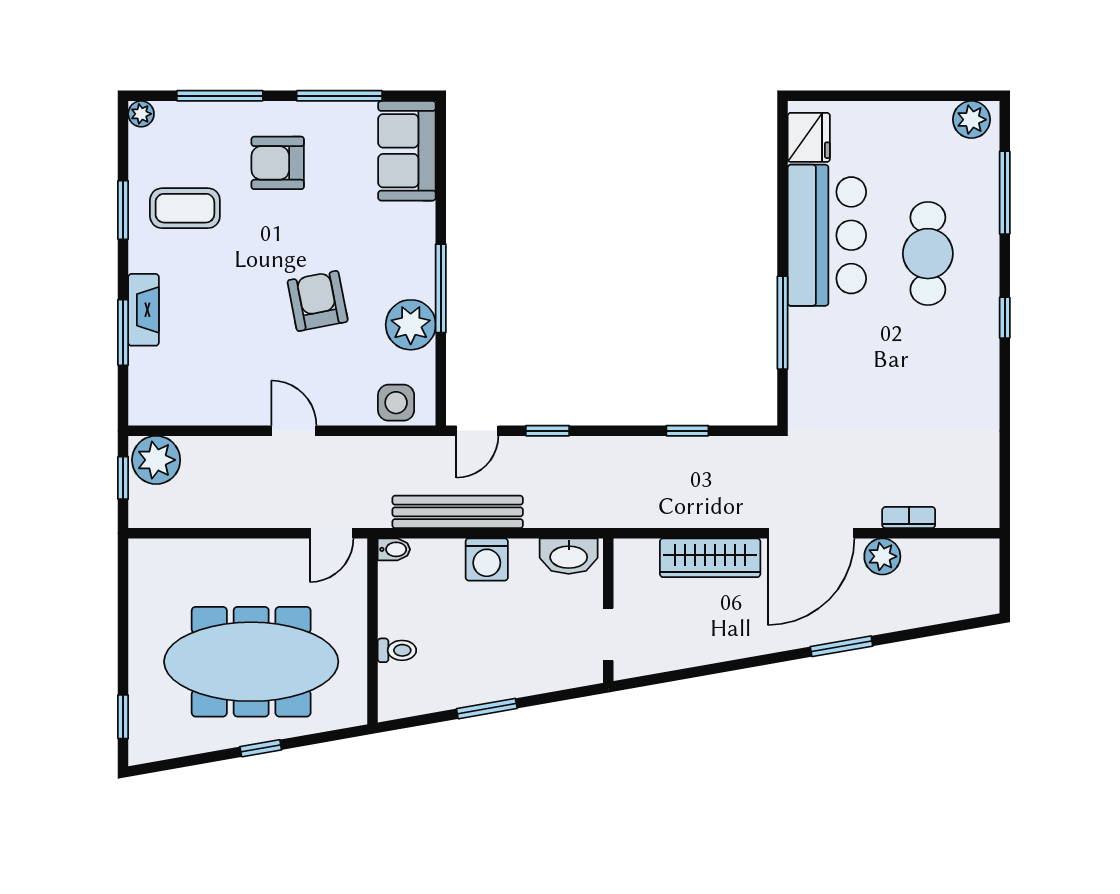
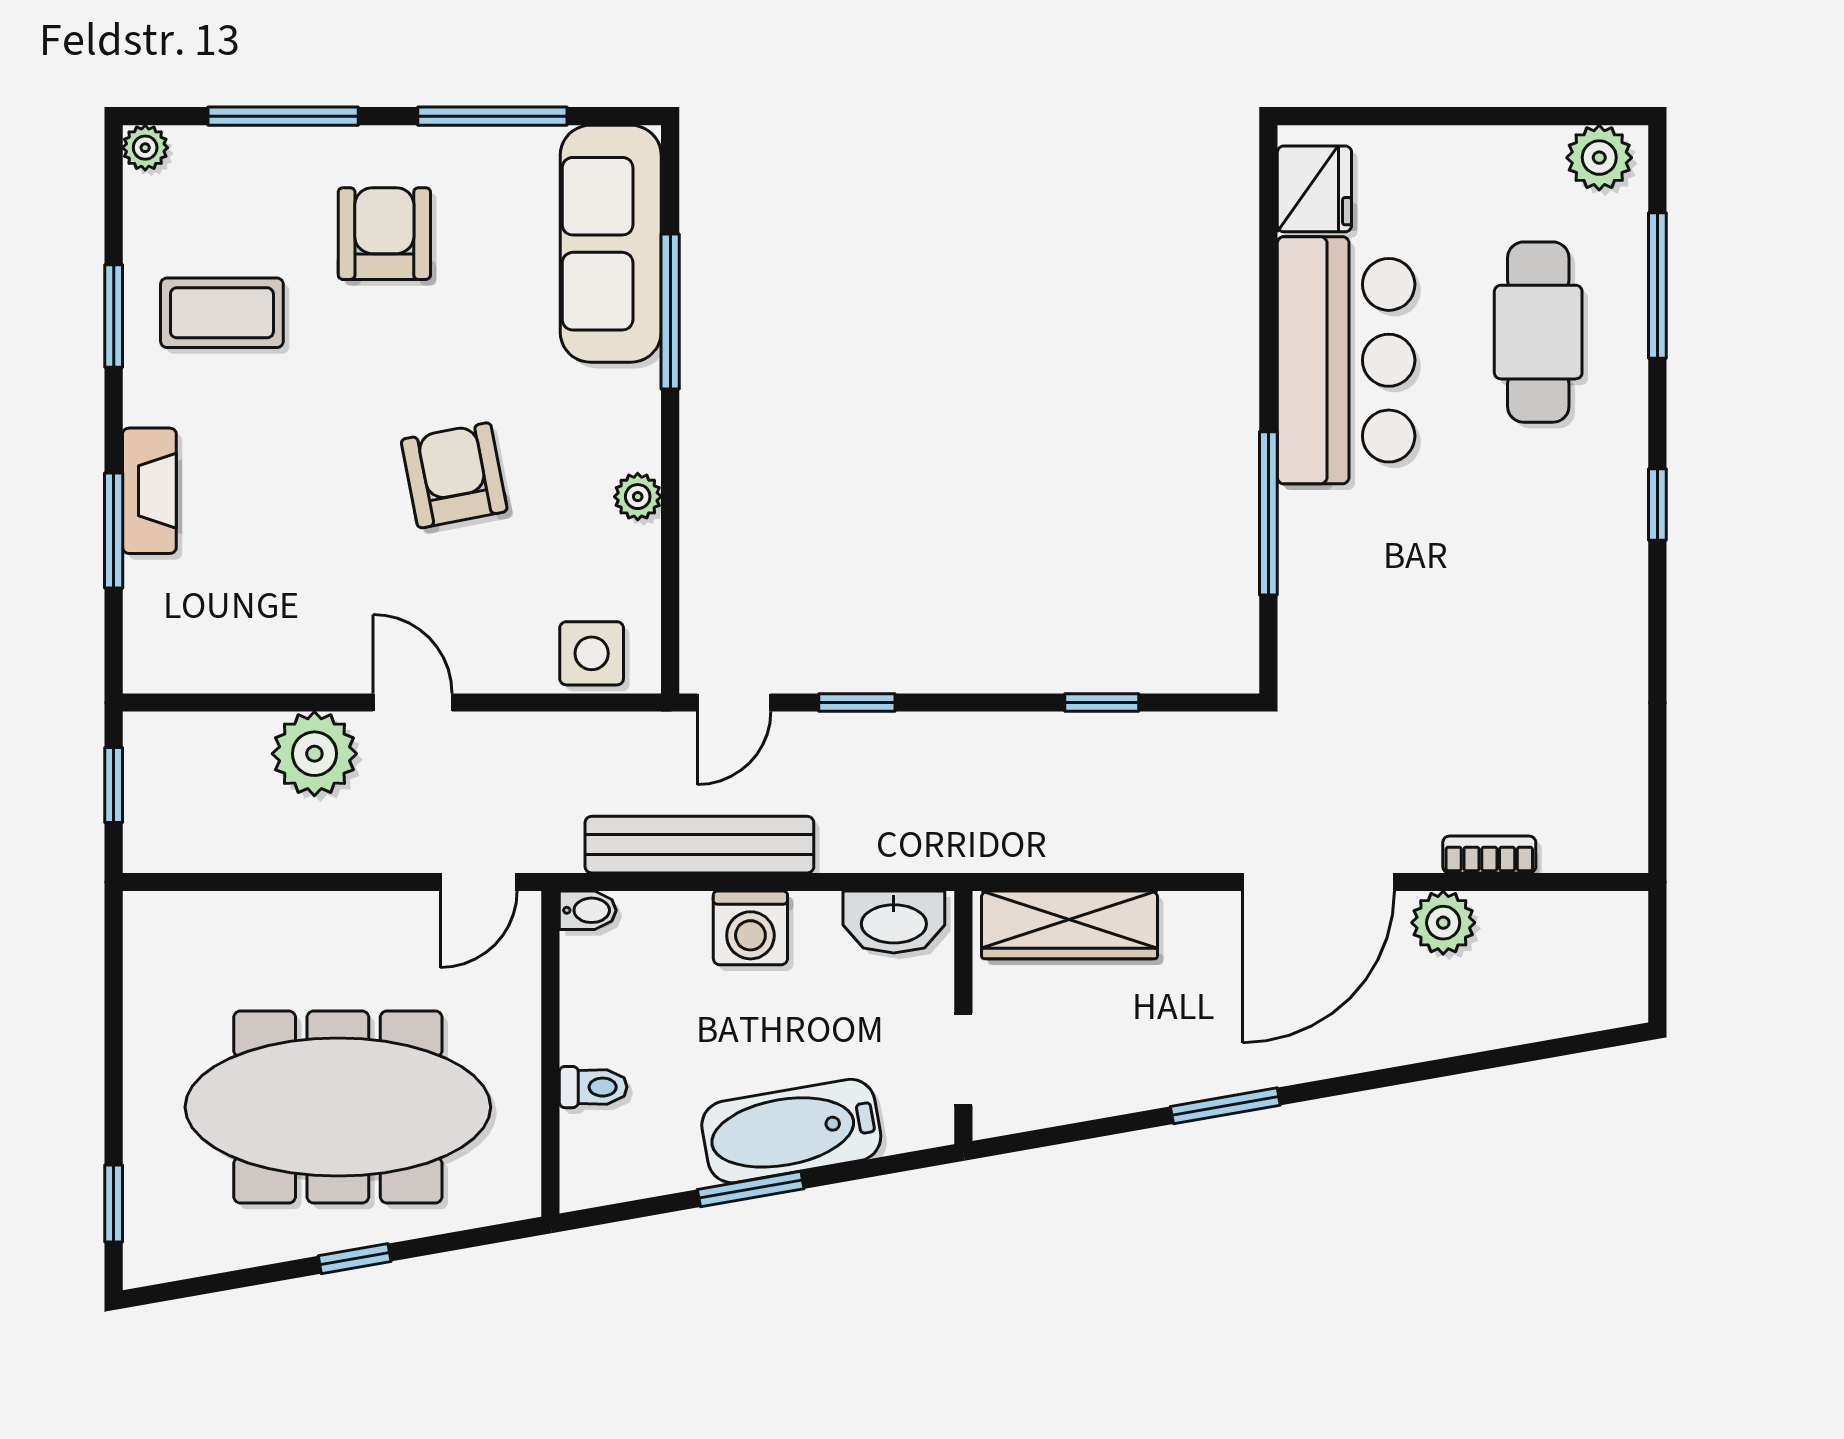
sofa: (407, 151) -> (611, 244), width x1.36
armchair: (278, 163) -> (384, 234), turned 90
cafe table: (928, 254) -> (1538, 332), moved
window: (441, 288) -> (670, 312), moved
plant: (411, 325) -> (638, 497), width x0.53, depth x0.53
plant: (156, 460) -> (314, 754), moved
wardrobe: (710, 558) -> (1069, 925), moved
window: (842, 646) -> (1225, 1106), moved
bathtub: (510, 675) -> (791, 1131), added

